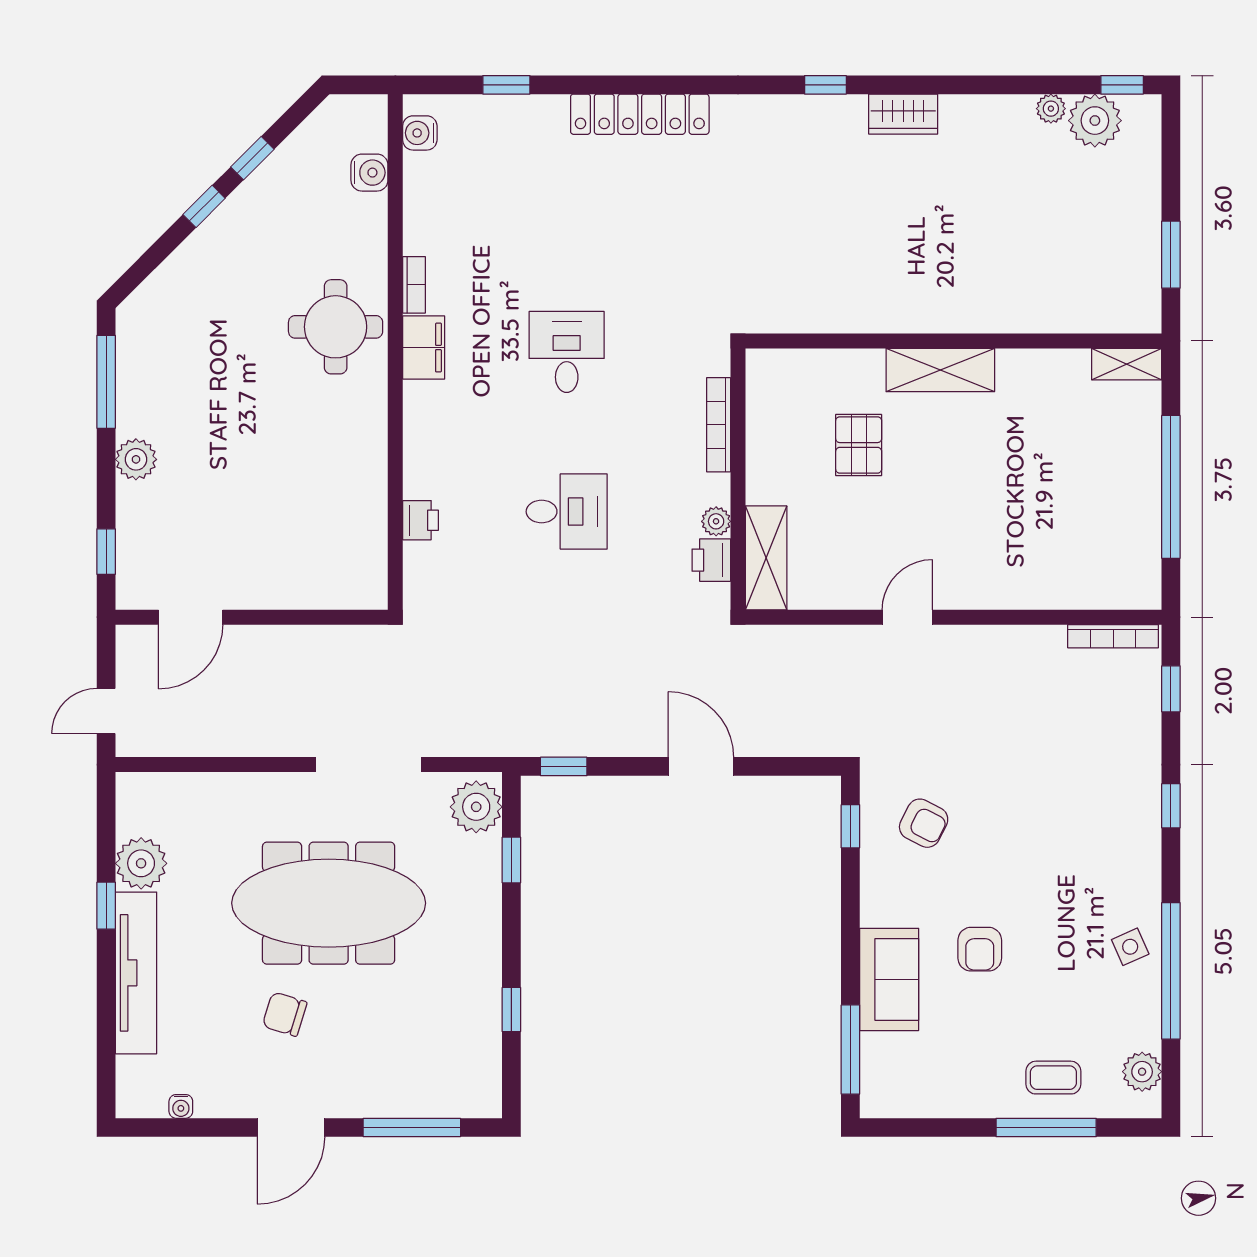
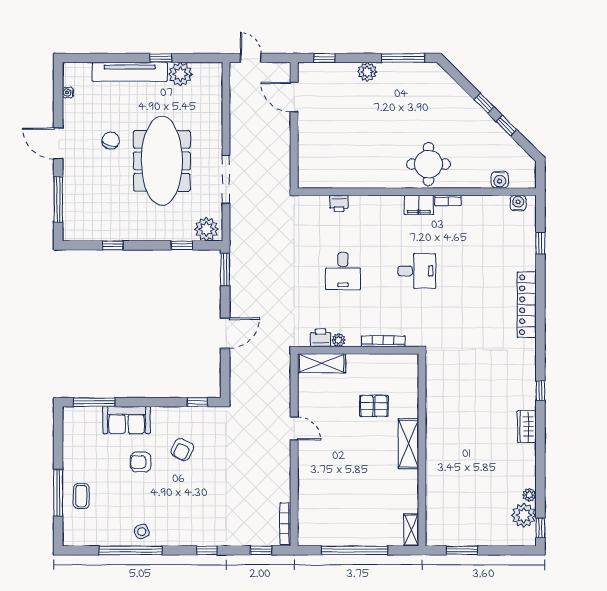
window: (564, 766) -> (225, 270), width x1.50
armchair: (924, 823) -> (182, 450), moved
plant: (1142, 1072) -> (84, 537), removed

